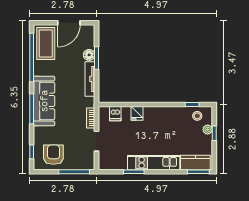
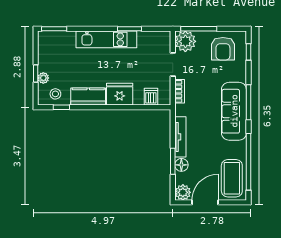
plant: (88, 31) -> (183, 192), added
fridge: (137, 113) -> (120, 94), width x1.88, depth x1.34
plant: (86, 161) -> (185, 41), added
kitchen counter: (195, 163) -> (88, 96), moved, turned 180

